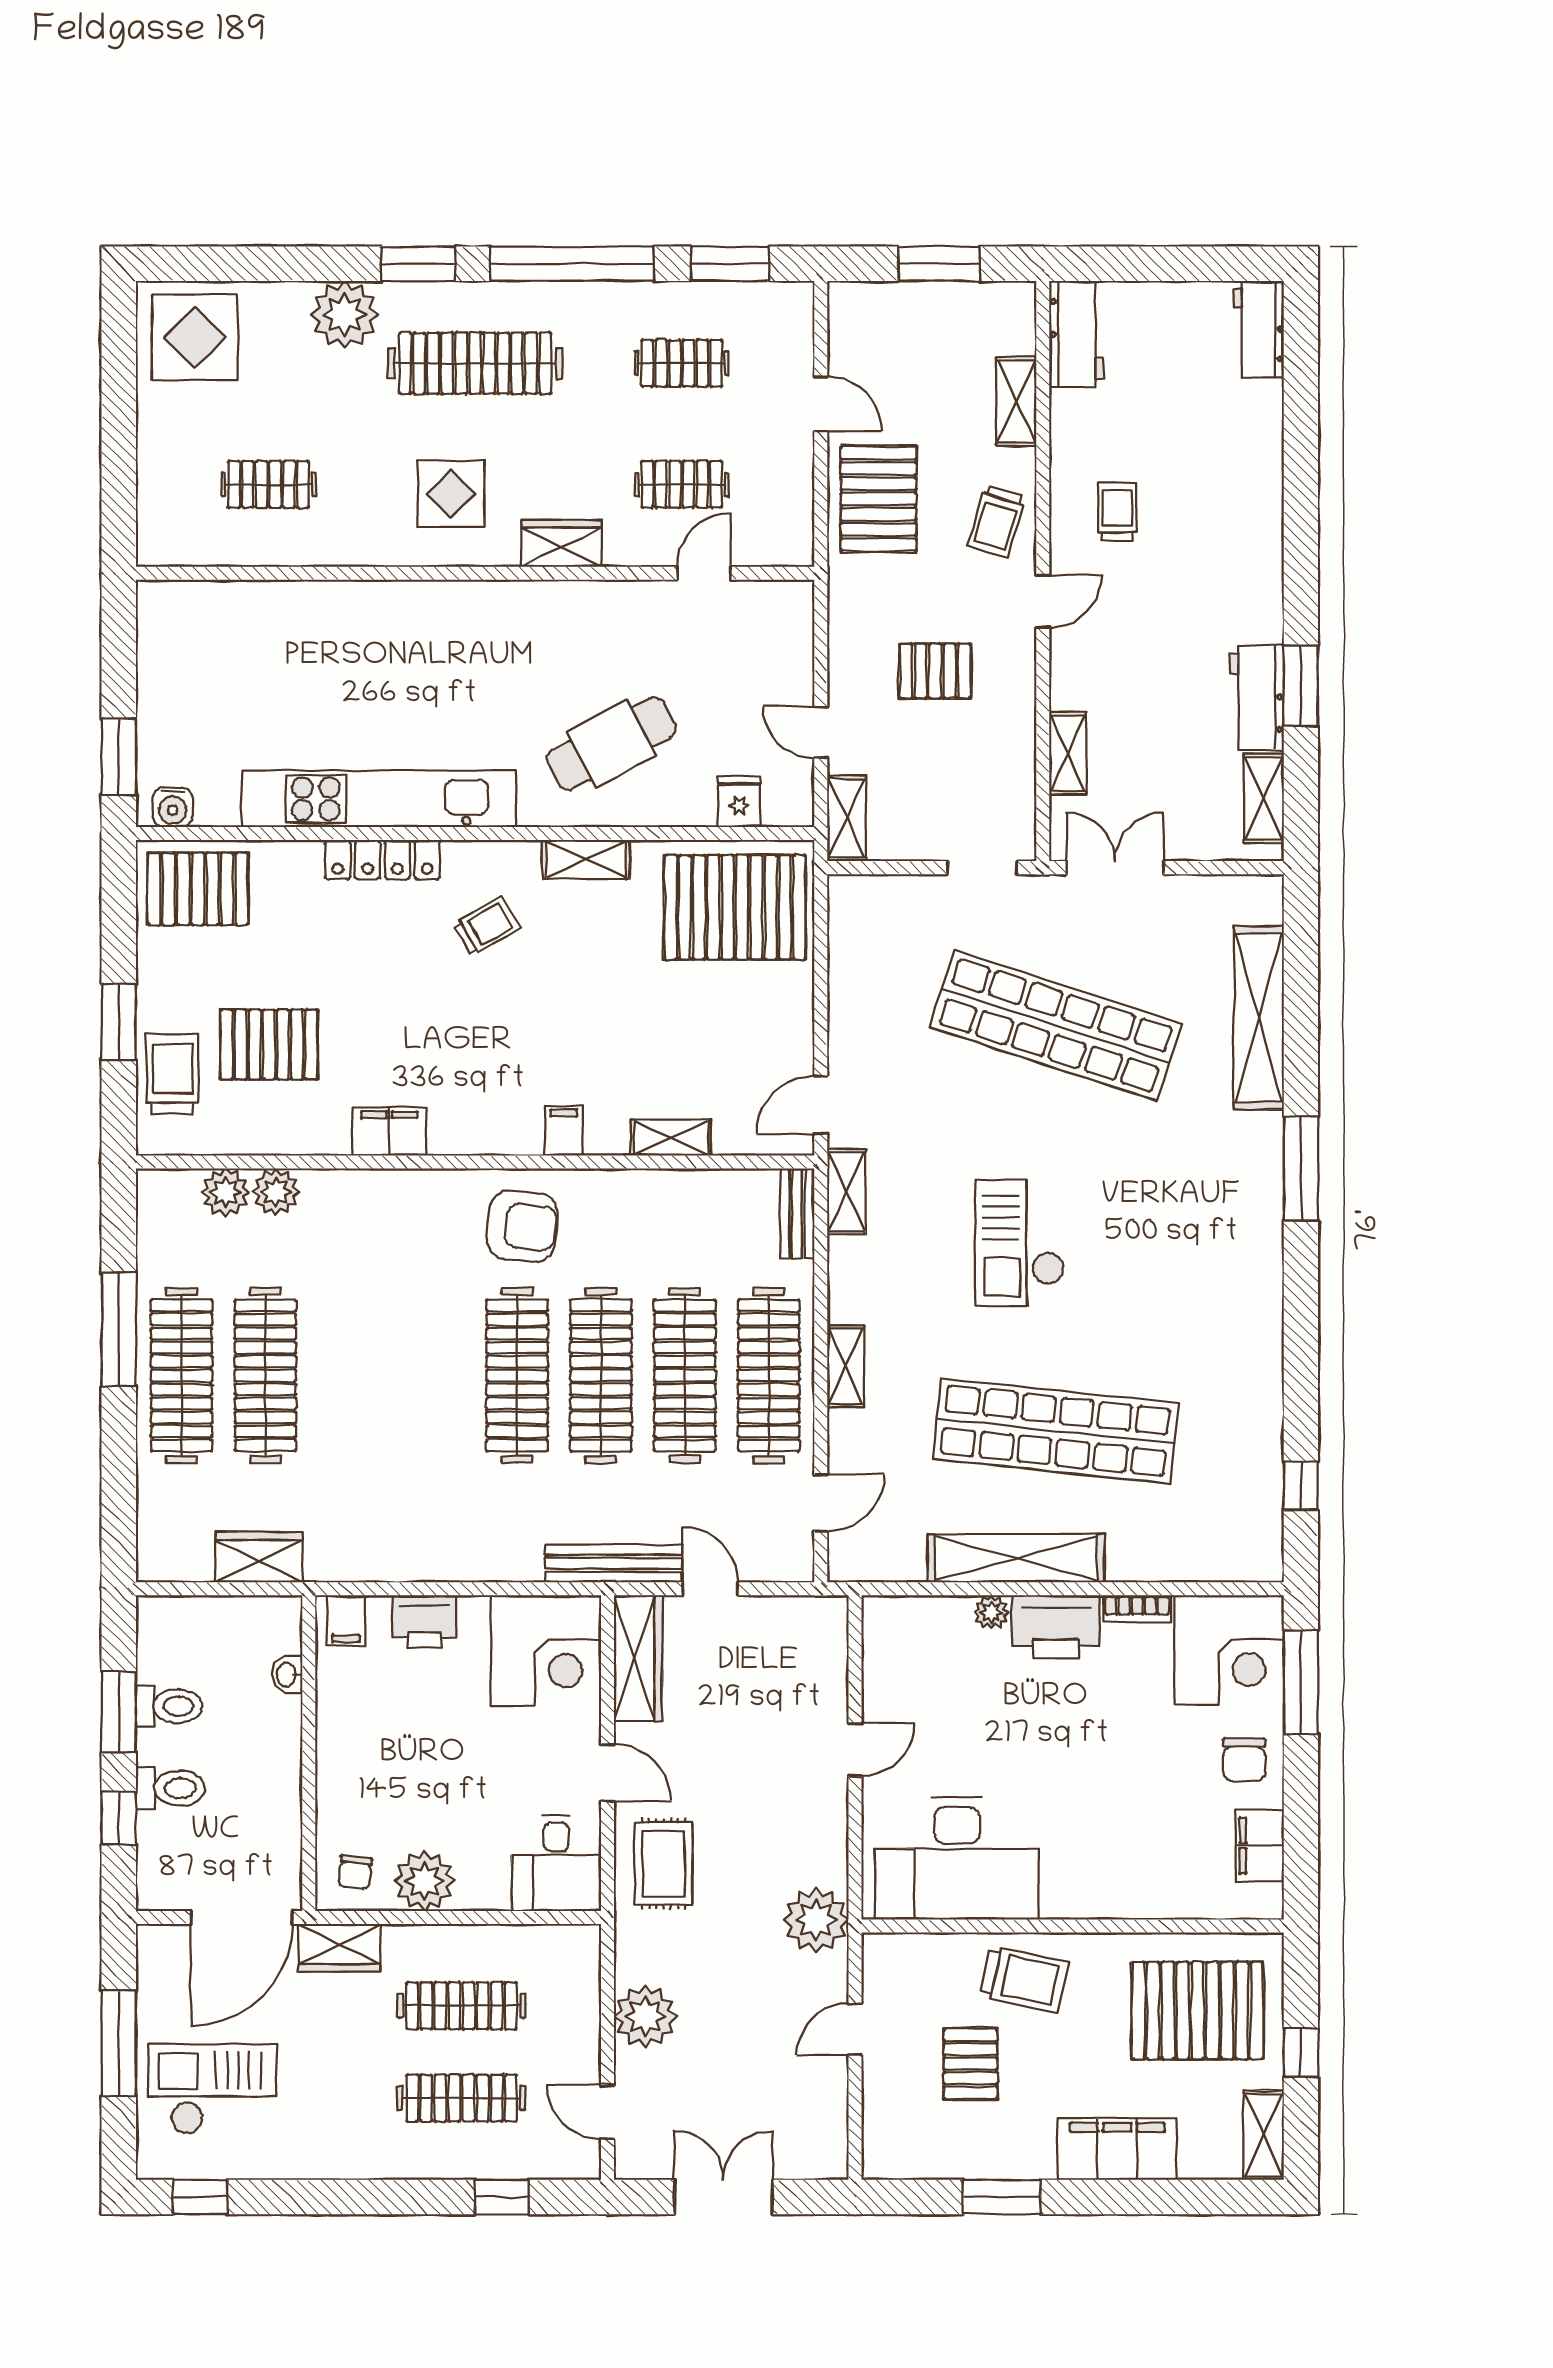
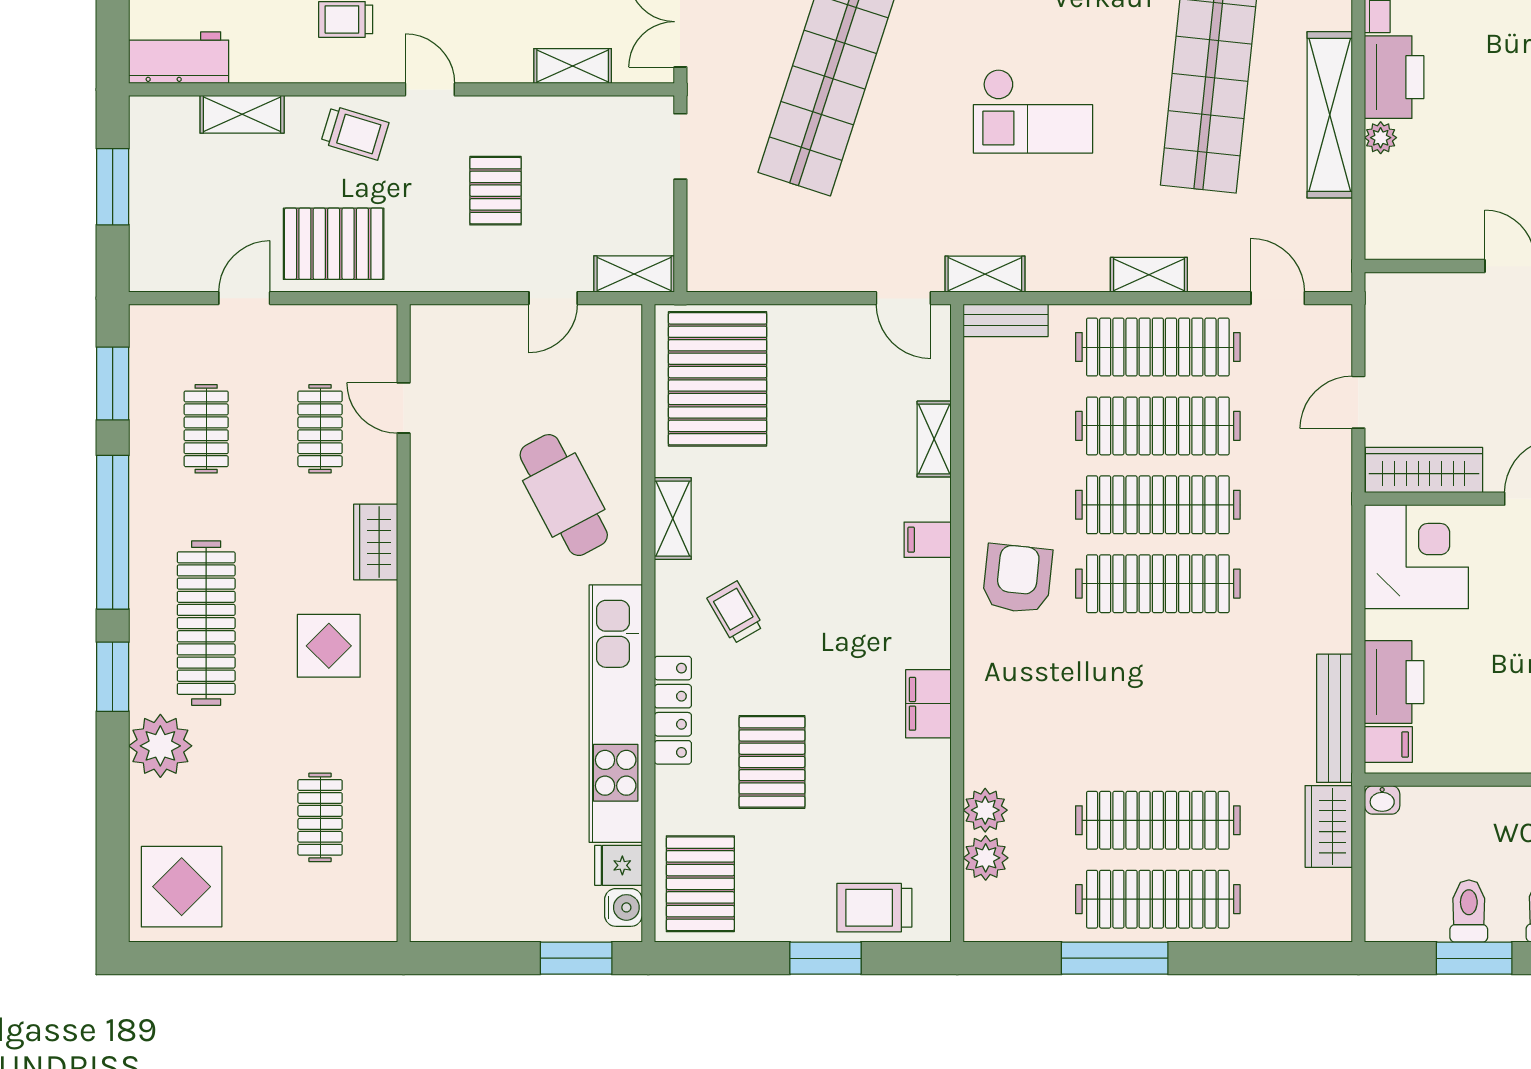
fridge: (739, 802) -> (618, 865), moved
pallet: (269, 1045) -> (772, 762), moved
bench: (613, 1563) -> (1334, 718), moved
printer: (424, 1622) -> (1394, 682), width x1.37, depth x1.19
washbasin: (287, 1675) -> (1382, 800), moved

